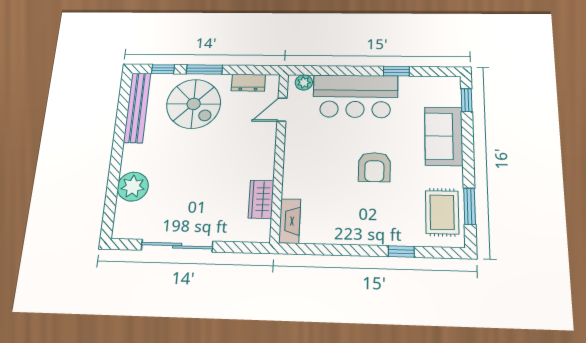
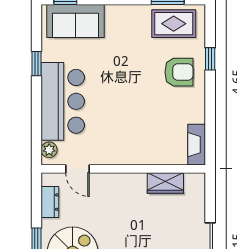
sofa: (444, 136) -> (76, 21), moved
armchair: (374, 167) -> (179, 72), moved
fireplace: (290, 221) -> (197, 145), moved, turned -90

